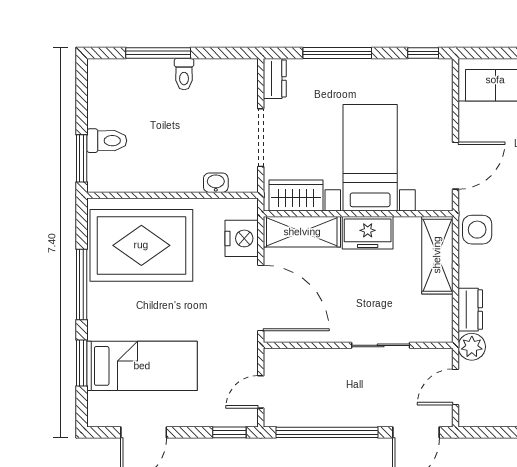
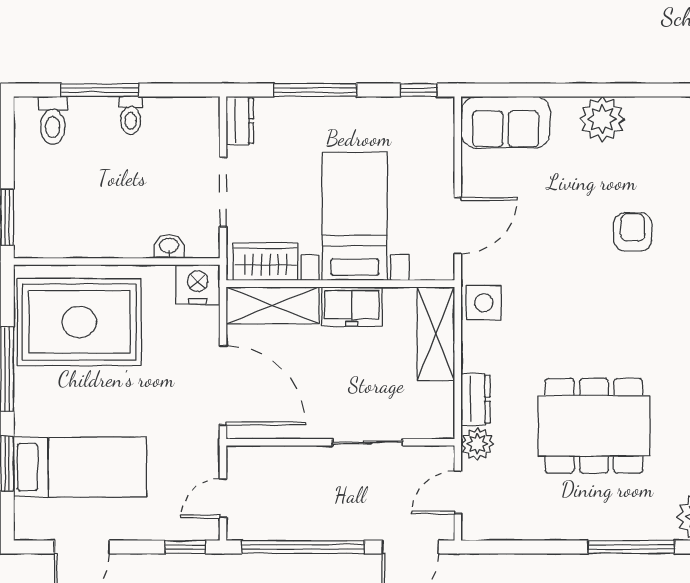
toilet: (107, 141) -> (53, 120), moved, turned 90
nightstand: (242, 238) -> (198, 284), moved, turned -90

